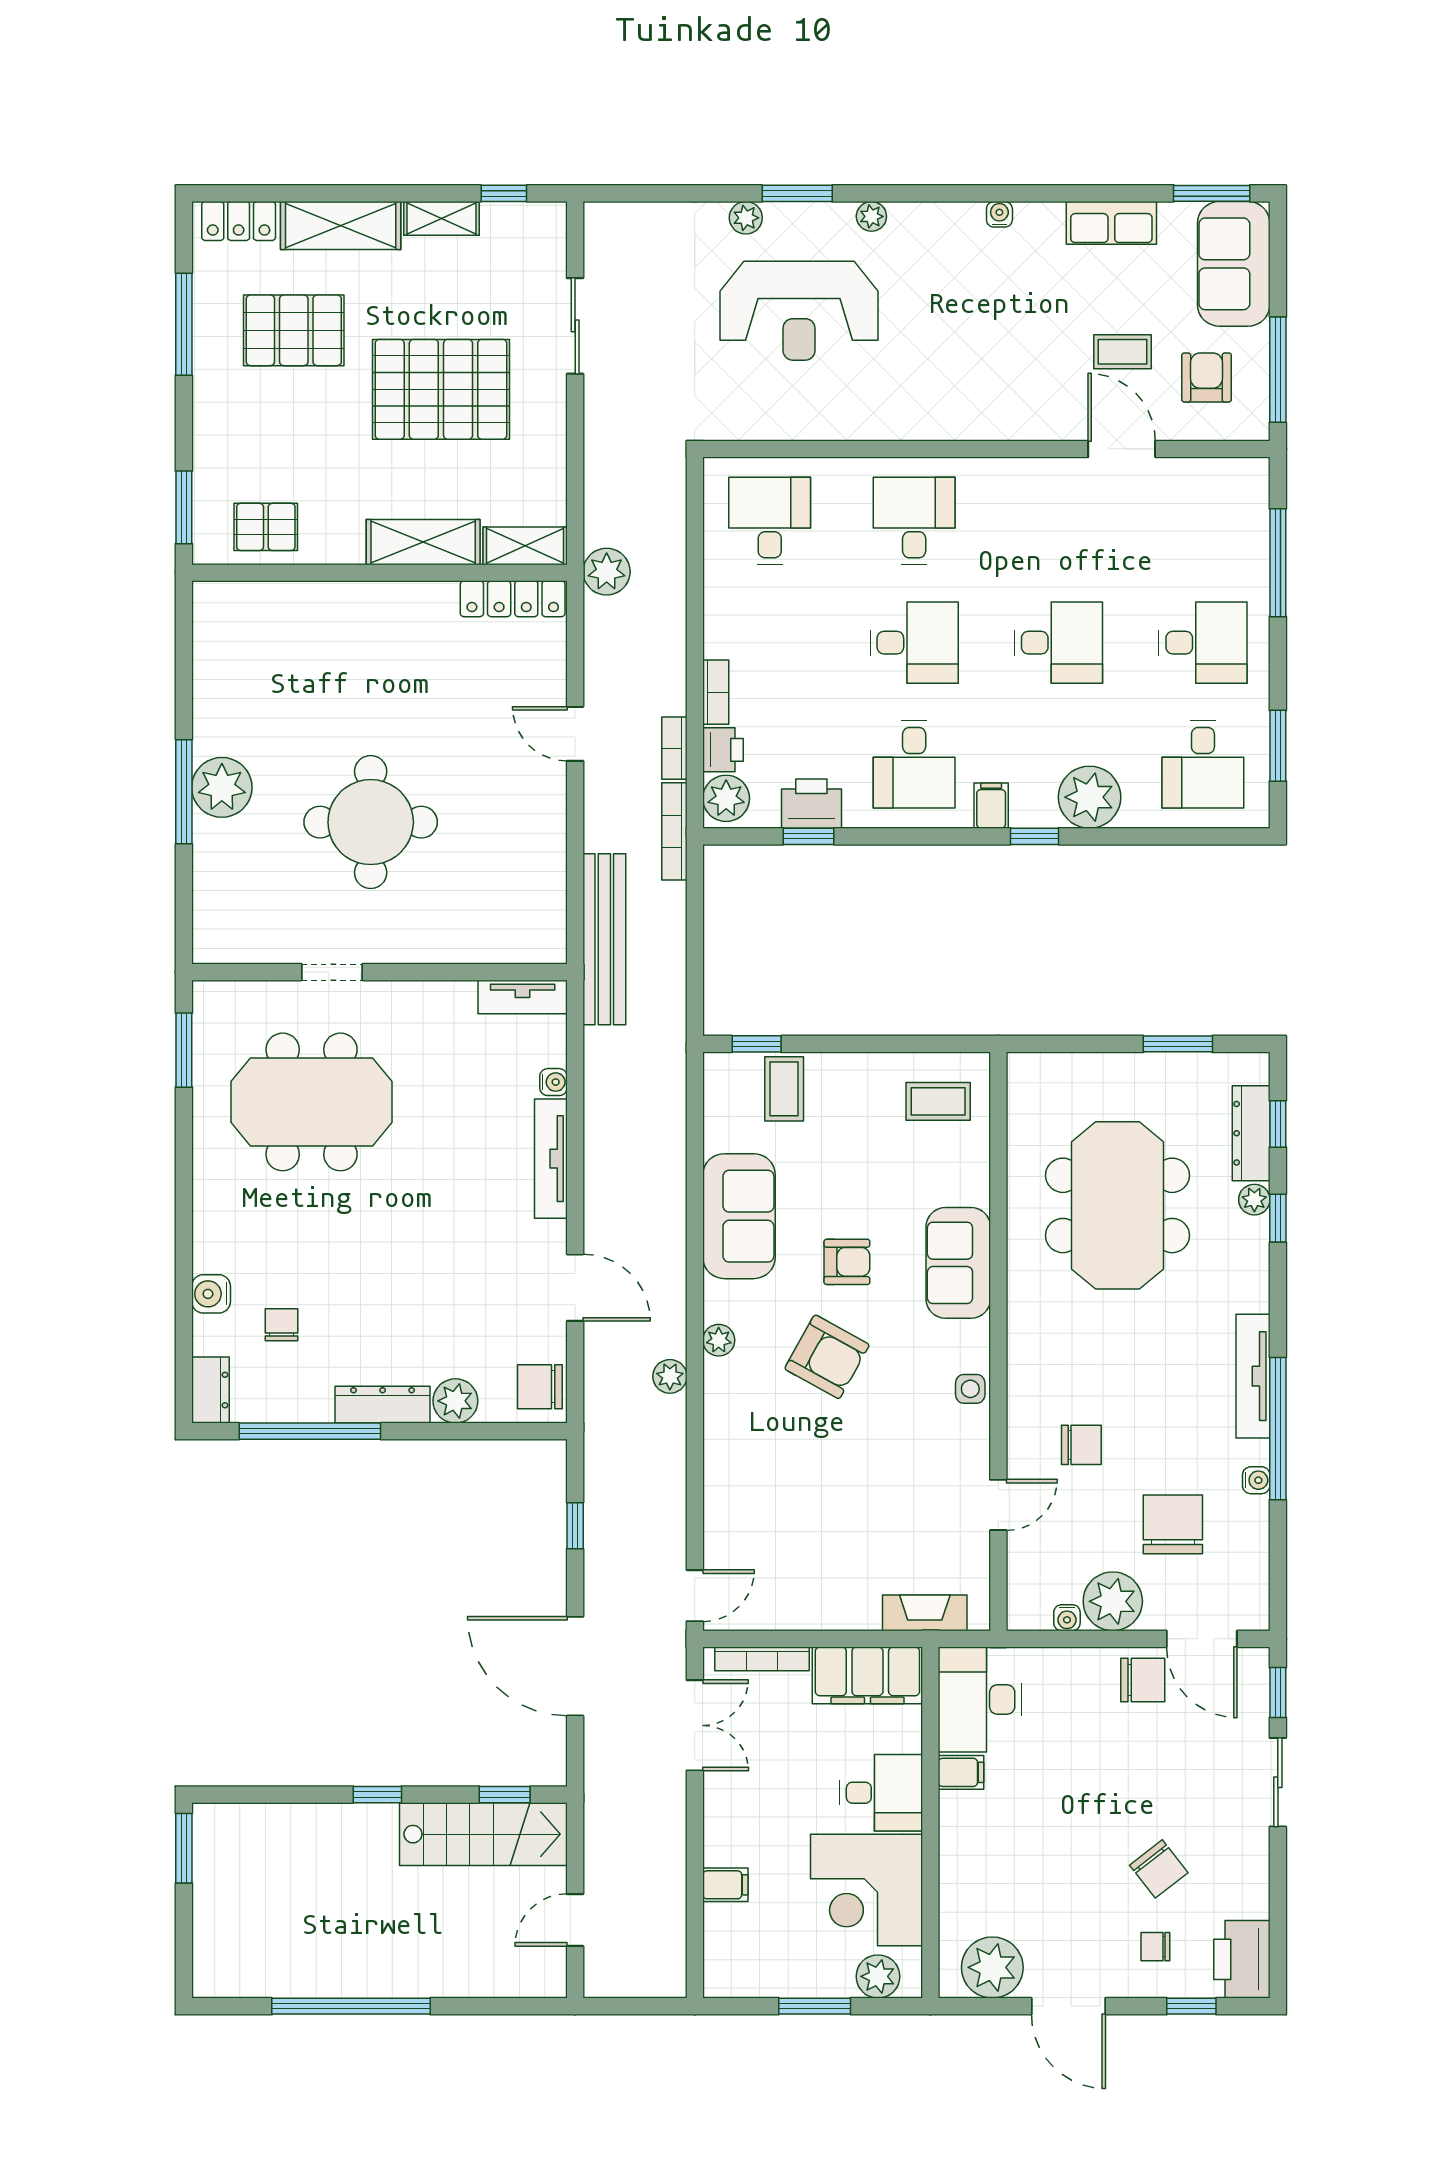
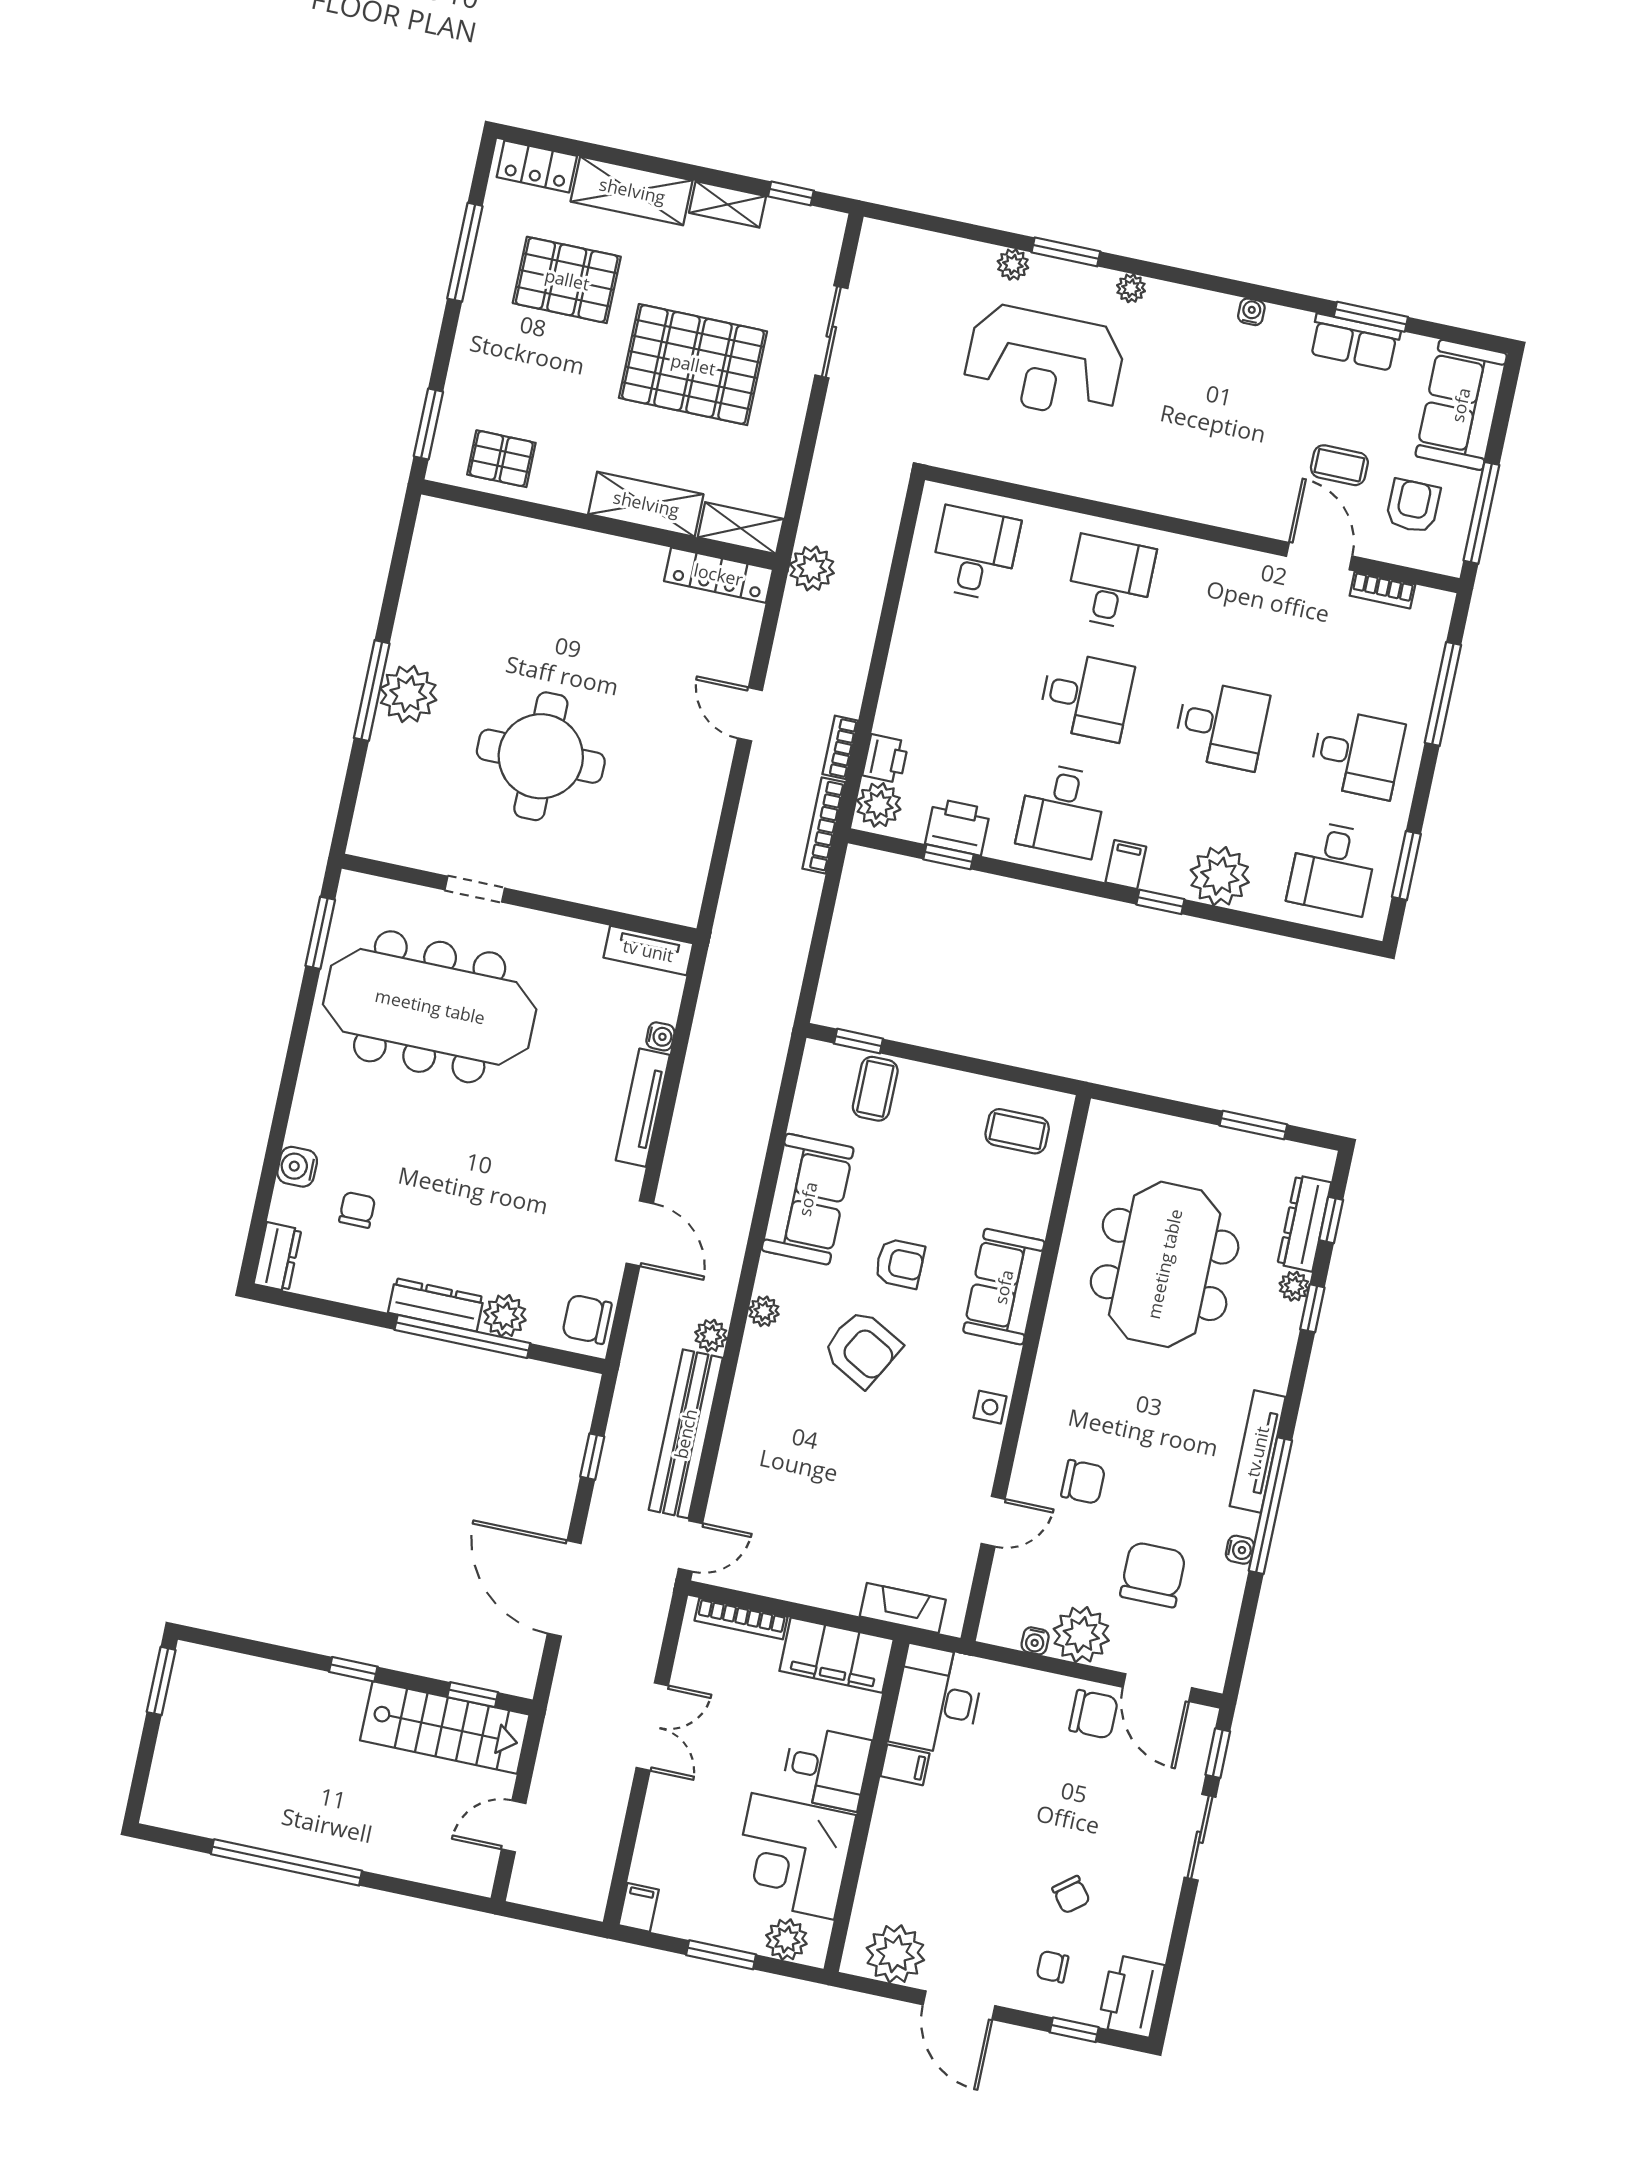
window: (1212, 193) -> (1371, 317), moved
bookcase: (716, 692) -> (1382, 590), moved, turned 90
bench: (604, 939) -> (686, 1434), moved
meeting table: (312, 1102) -> (430, 1007), width x1.36
window: (310, 1431) -> (462, 1336), moved
double door: (695, 1725) -> (652, 1727), moved
chair: (1159, 1869) -> (1071, 1895), width x0.73, depth x0.73
filing cabinet: (725, 1885) -> (639, 1907), moved, turned -90

